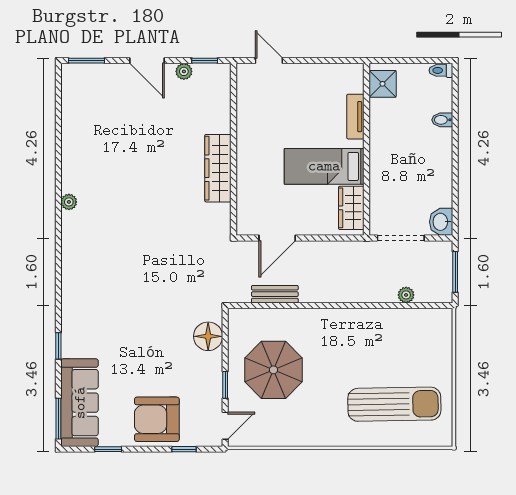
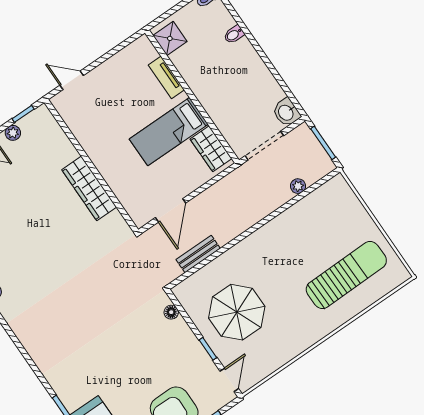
floor lamp: (208, 336) -> (171, 312), width x0.53, depth x0.53

